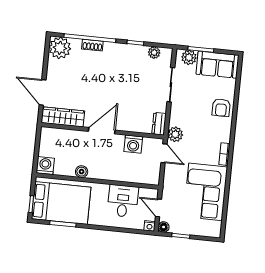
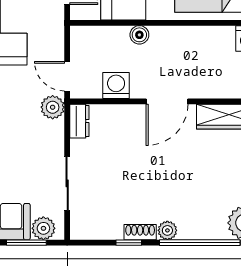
shoe rack: (92, 45) -> (140, 232), moved
plant: (154, 53) -> (167, 230), moved
boiler: (82, 172) -> (139, 35), moved

